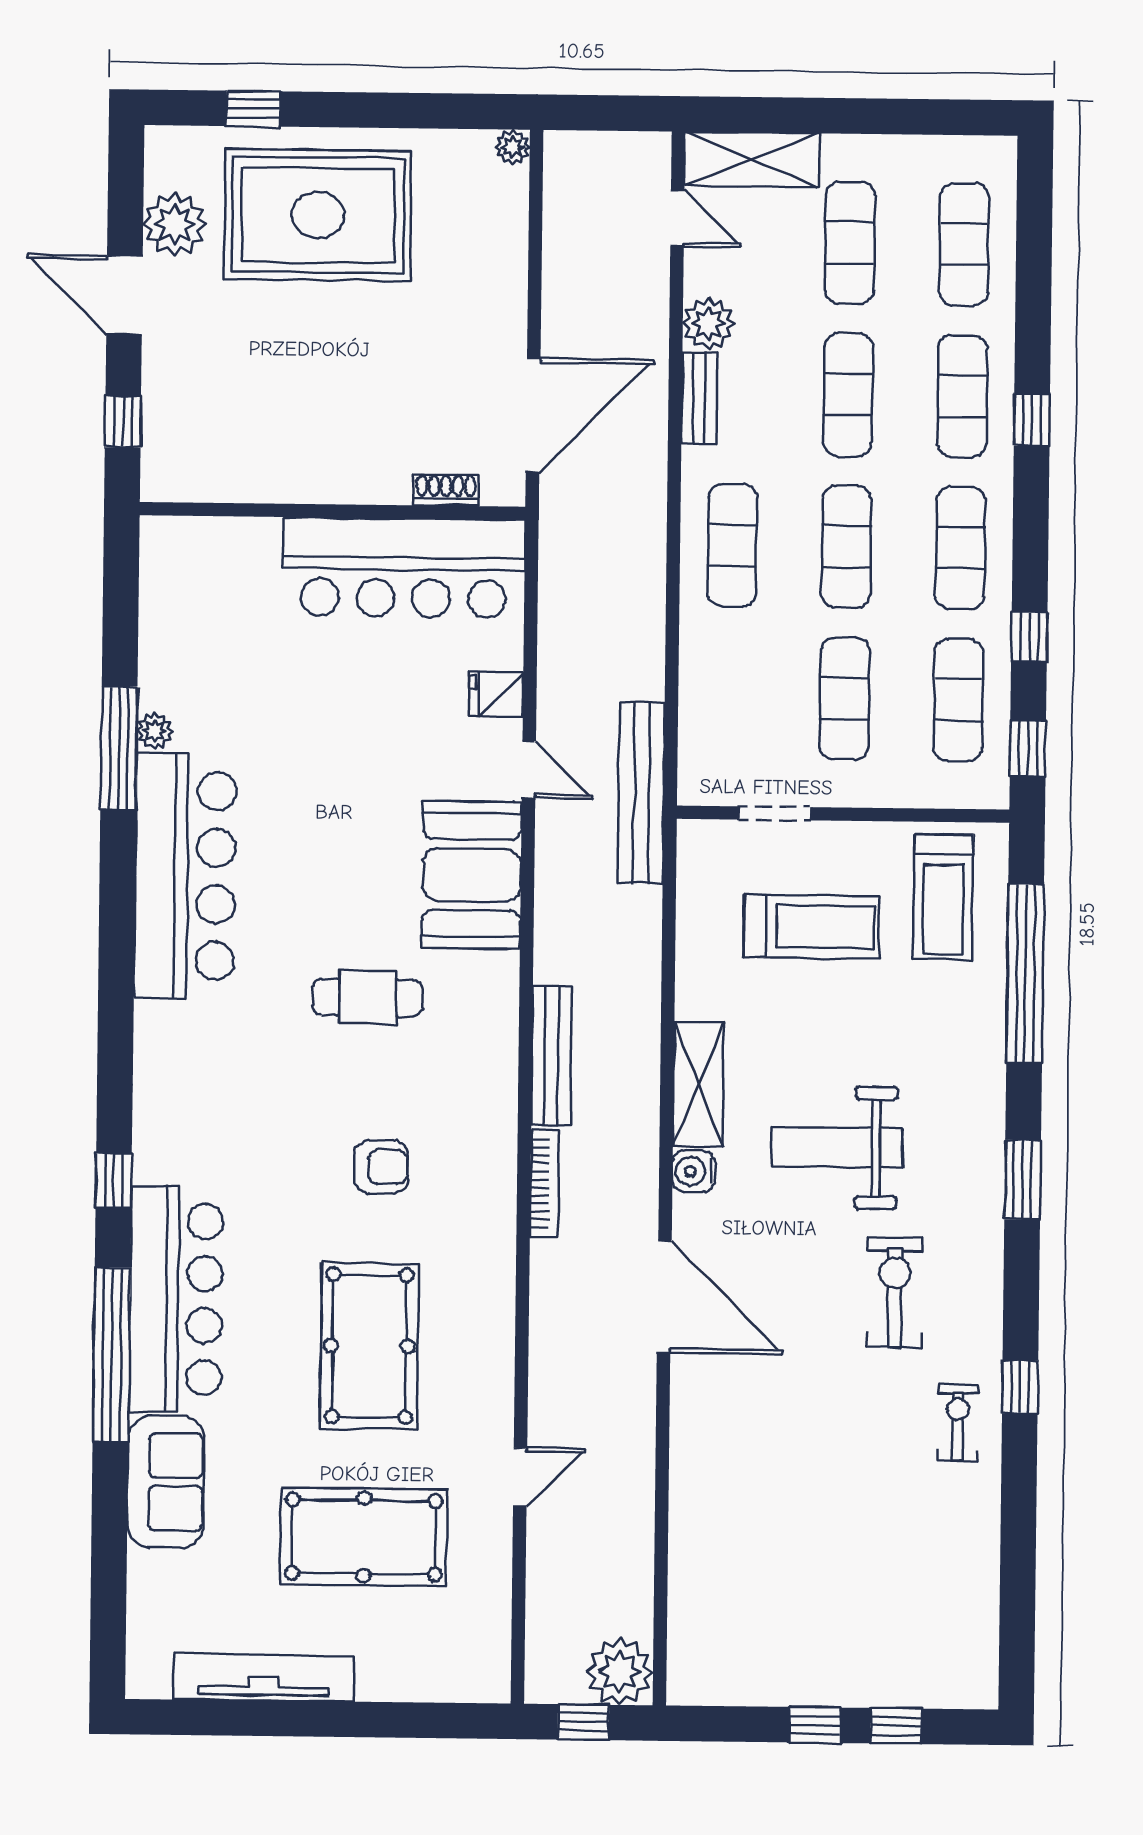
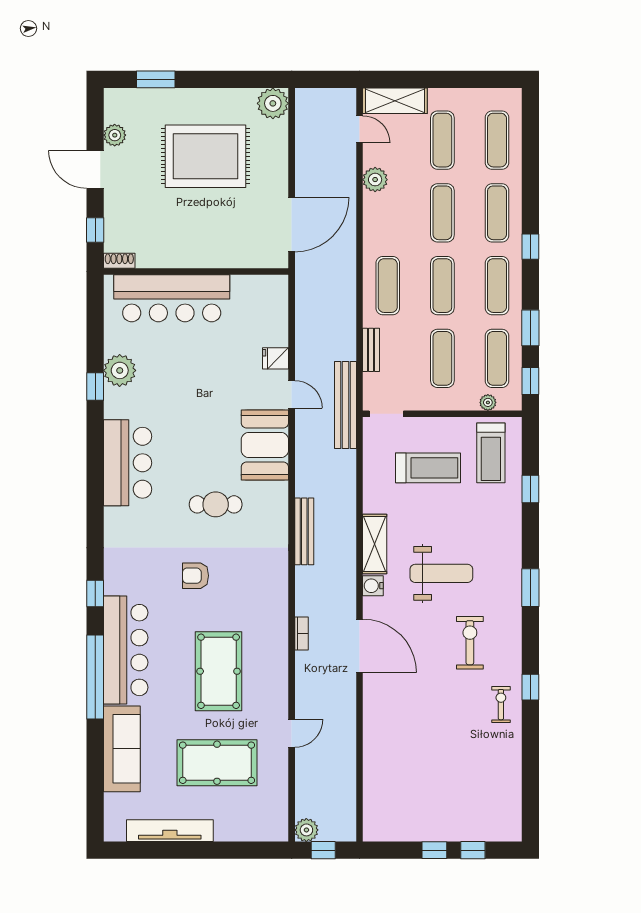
window: (253, 109) -> (156, 79), width x1.50
plant: (512, 147) -> (273, 103), width x1.87, depth x1.87
rug: (318, 215) -> (205, 156), moved
plant: (175, 224) -> (115, 135), width x0.73, depth x0.73
bench: (699, 398) -> (371, 350), moved
window: (1032, 420) -> (530, 247), moved
shoe rack: (446, 490) -> (119, 261), moved
bar counter: (404, 568) -> (172, 298), moved
window: (1029, 637) -> (530, 328), width x1.50
plant: (155, 731) -> (120, 370), width x1.88, depth x1.88
window: (119, 748) -> (95, 386), width x0.46
plant: (938, 792) -> (488, 402), added
doorway: (774, 813) -> (386, 414), moved
bar counter: (185, 876) -> (128, 463), width x0.73
window: (1025, 974) -> (530, 489), width x0.32
weight bench: (837, 1147) -> (441, 573), turned 180
armchair: (381, 1167) -> (195, 576), moved, turned 180
bookcase: (544, 1184) -> (301, 633), moved, width x0.64
sofa: (166, 1482) -> (122, 749), width x1.36
plant: (620, 1672) -> (306, 830), moved, width x0.73, depth x0.73

